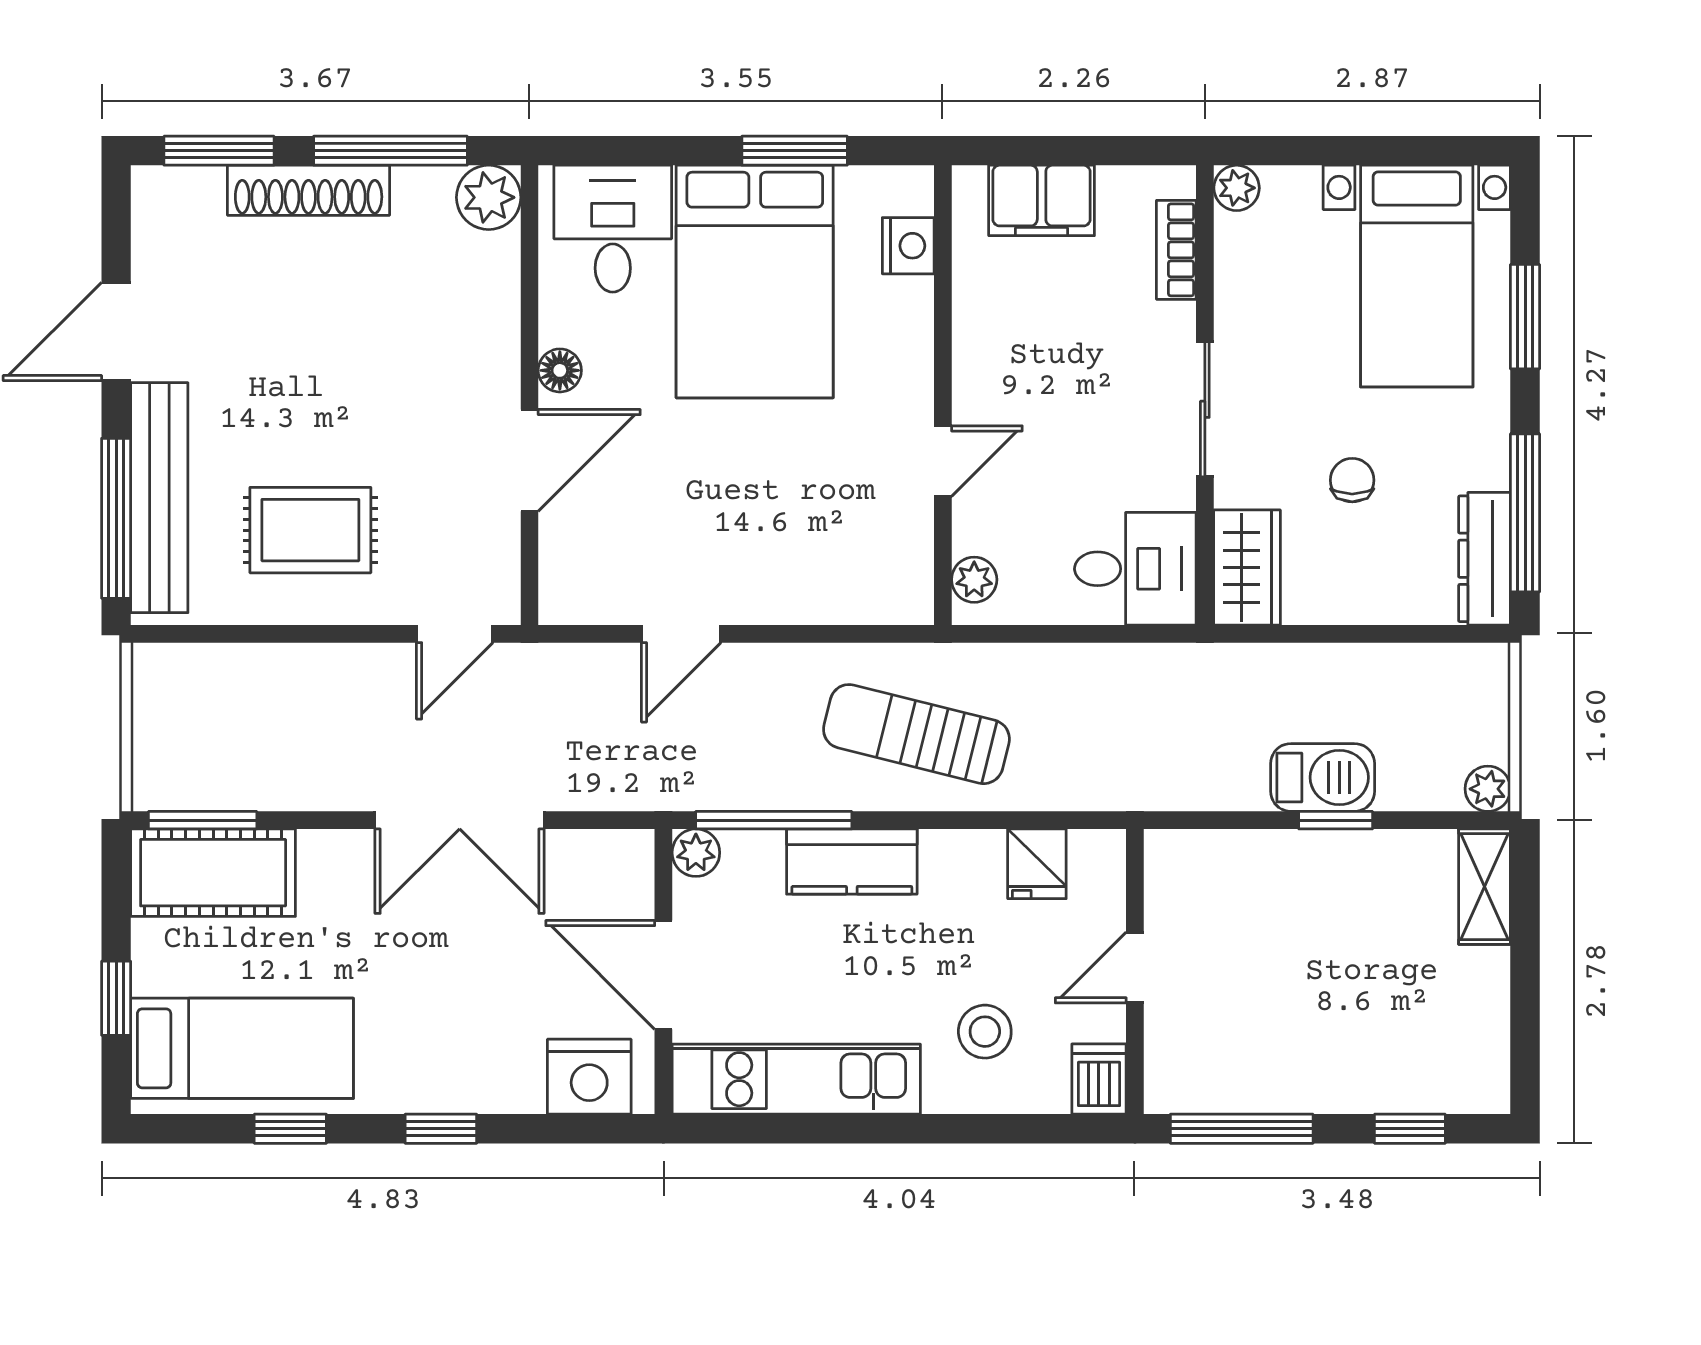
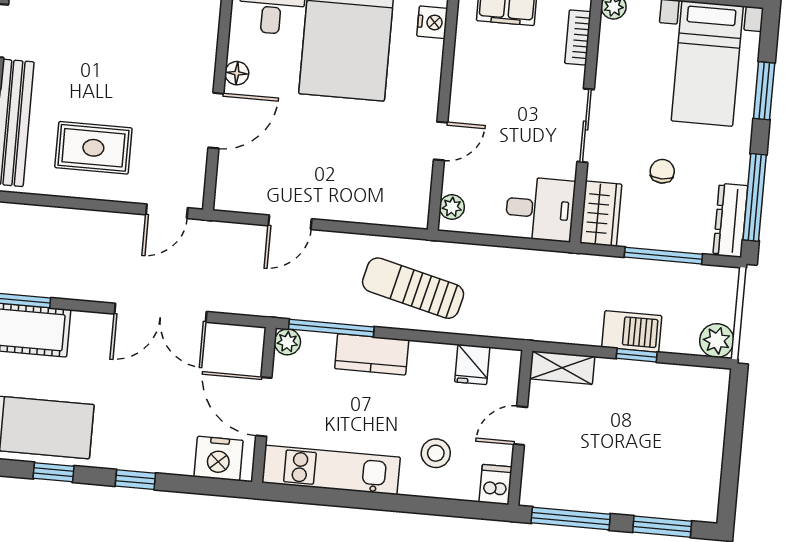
window: (1368, 634) -> (663, 256), added
plant: (1488, 789) -> (717, 341), width x1.38, depth x1.38
shelving: (1484, 887) -> (562, 368), moved, turned 90
window: (1410, 1129) -> (662, 527), width x1.50

